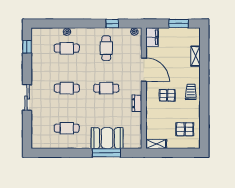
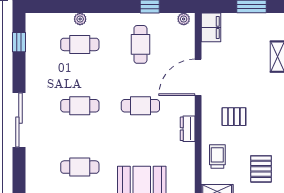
door: (144, 70) -> (198, 77), swing flipped
trolley: (191, 92) -> (217, 156), moved
sliding door: (27, 97) -> (19, 120), width x1.37
pallet: (185, 129) -> (261, 169), turned 90

